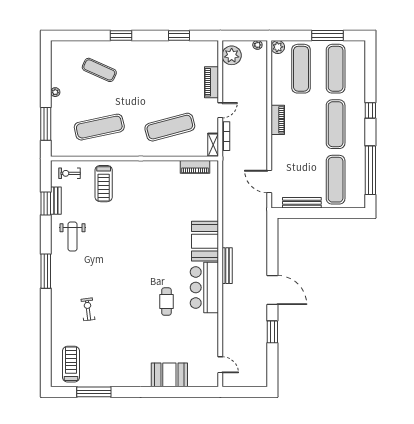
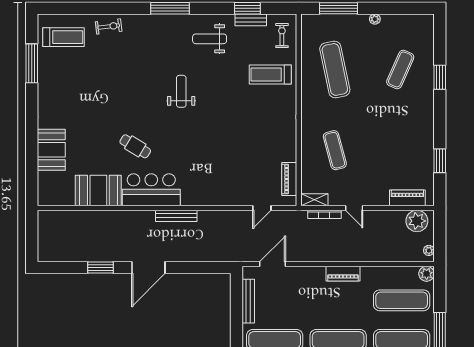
window: (121, 35) -> (440, 77), moved
piano: (212, 82) -> (407, 198), moved
exercise mat: (170, 127) -> (335, 150), width x0.73, depth x0.69
booth: (205, 241) -> (98, 191), moved
weight bench: (118, 261) -> (181, 91), added
cafe table: (166, 302) -> (135, 146), turned 31
exercise bike: (88, 309) -> (109, 26), moved
door: (220, 365) -> (262, 208), moved

